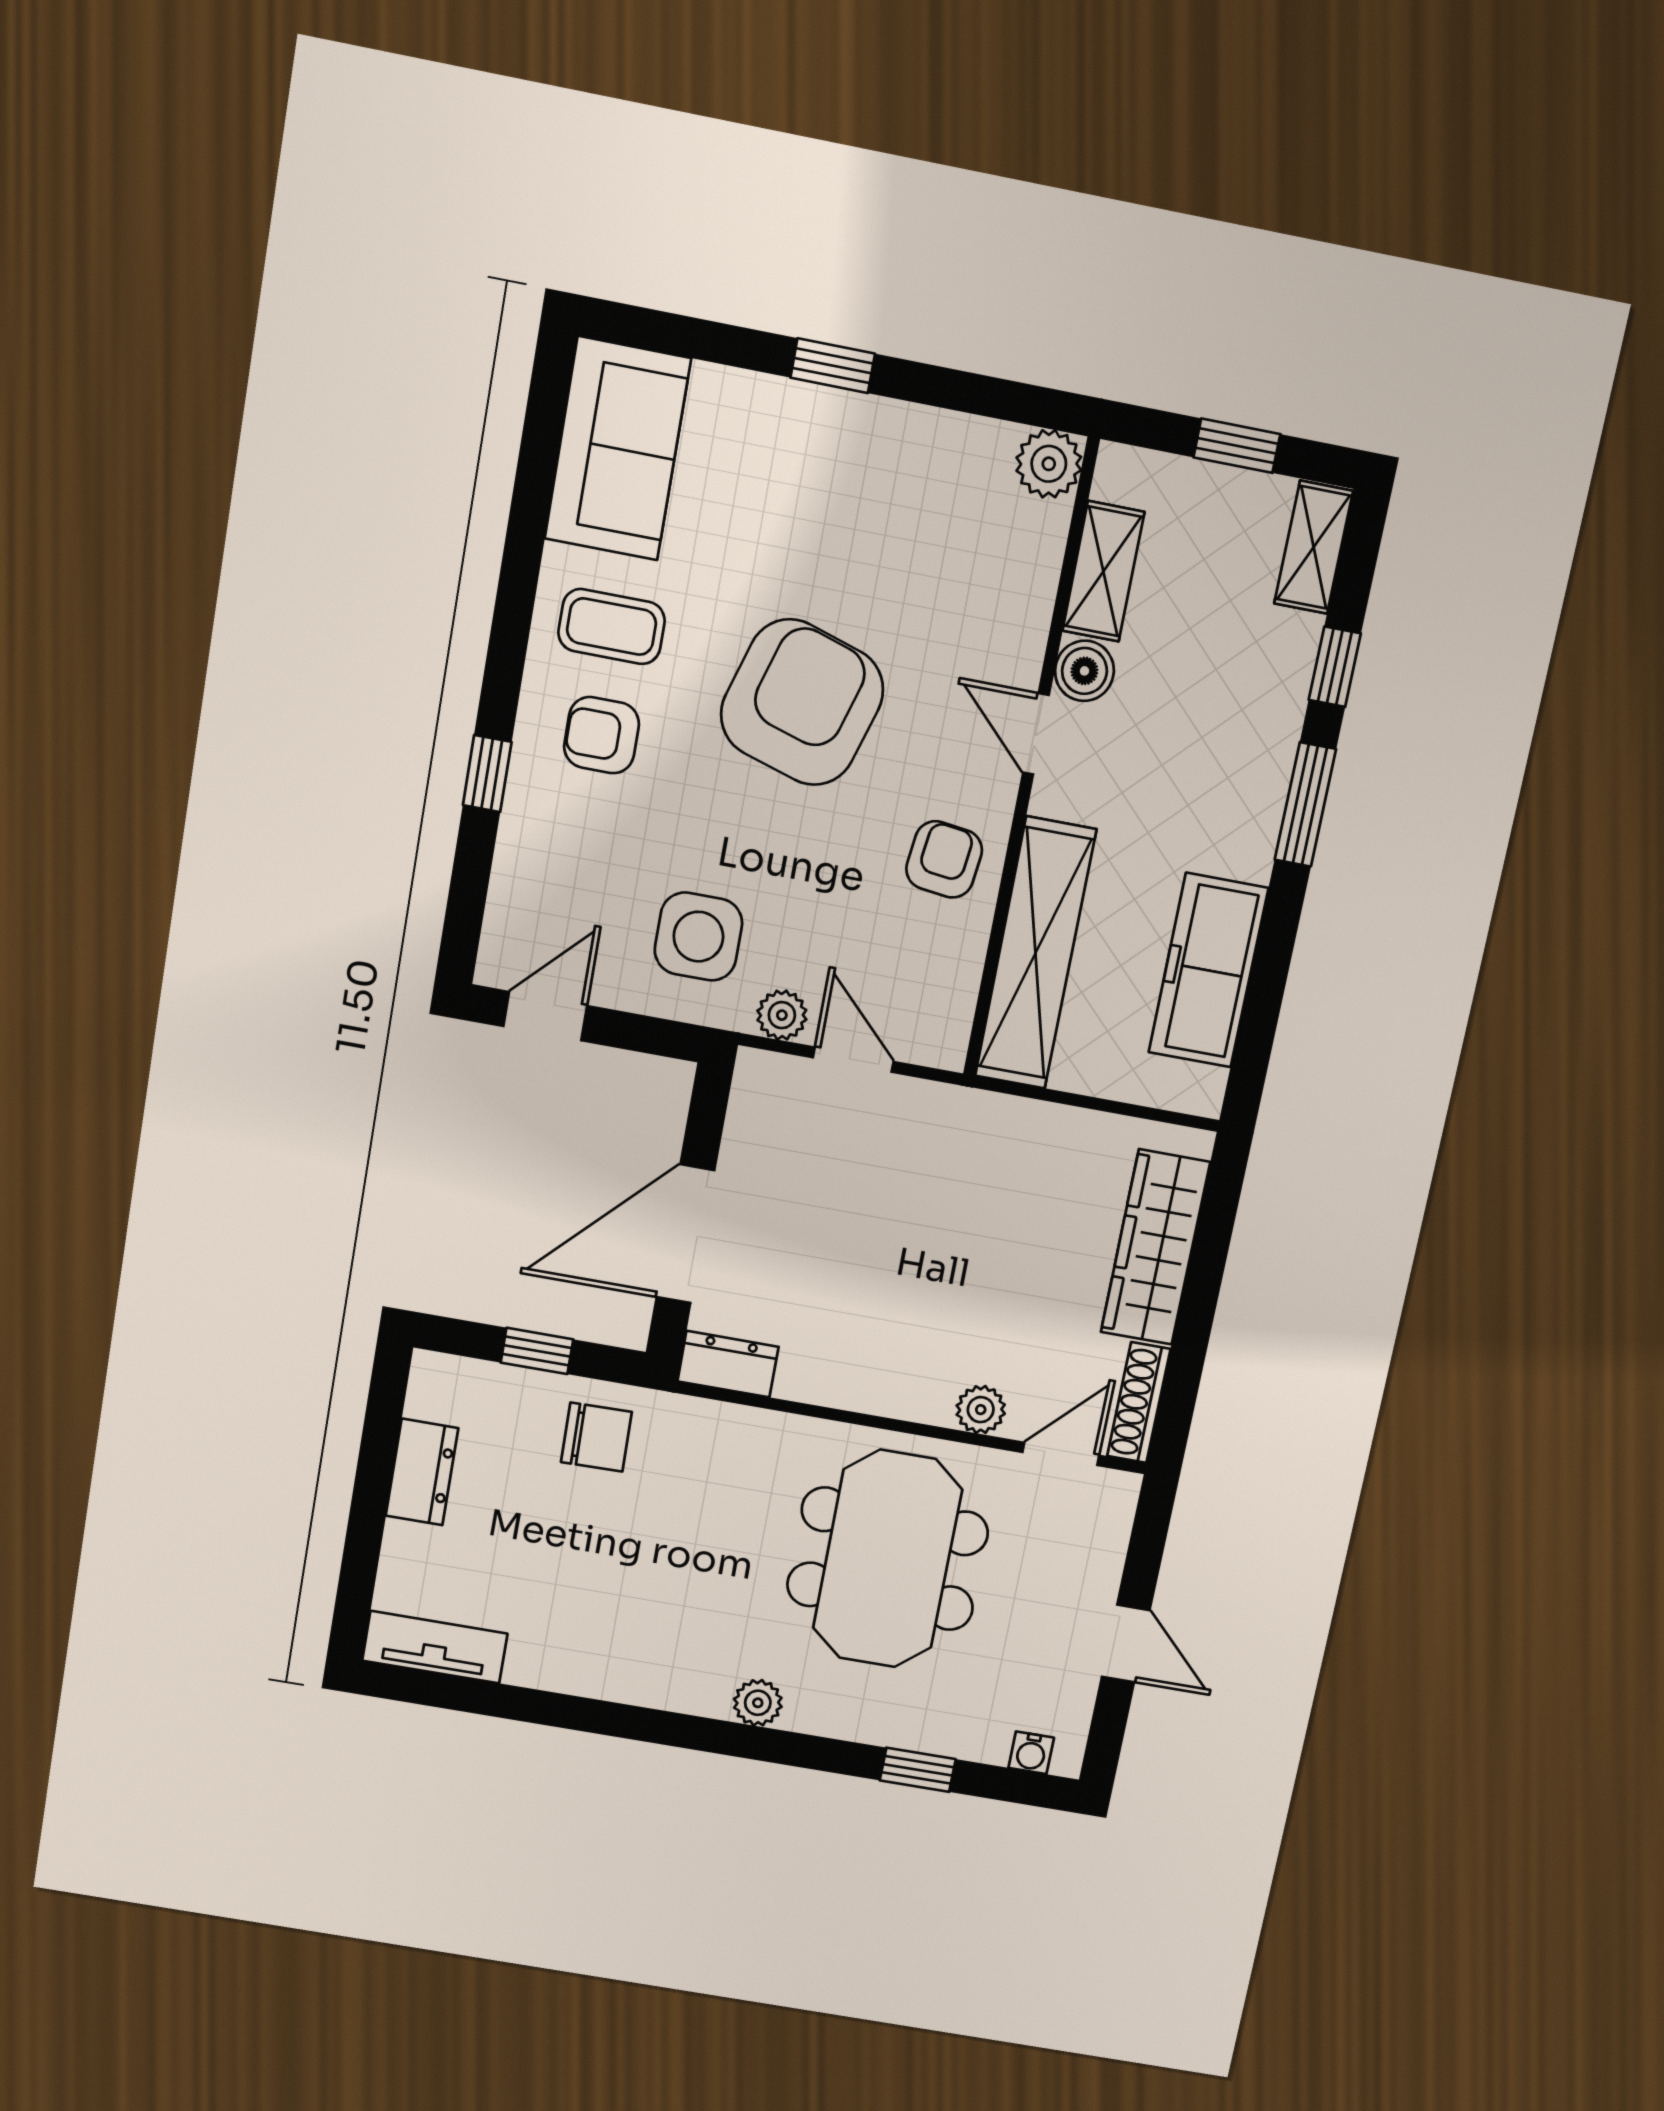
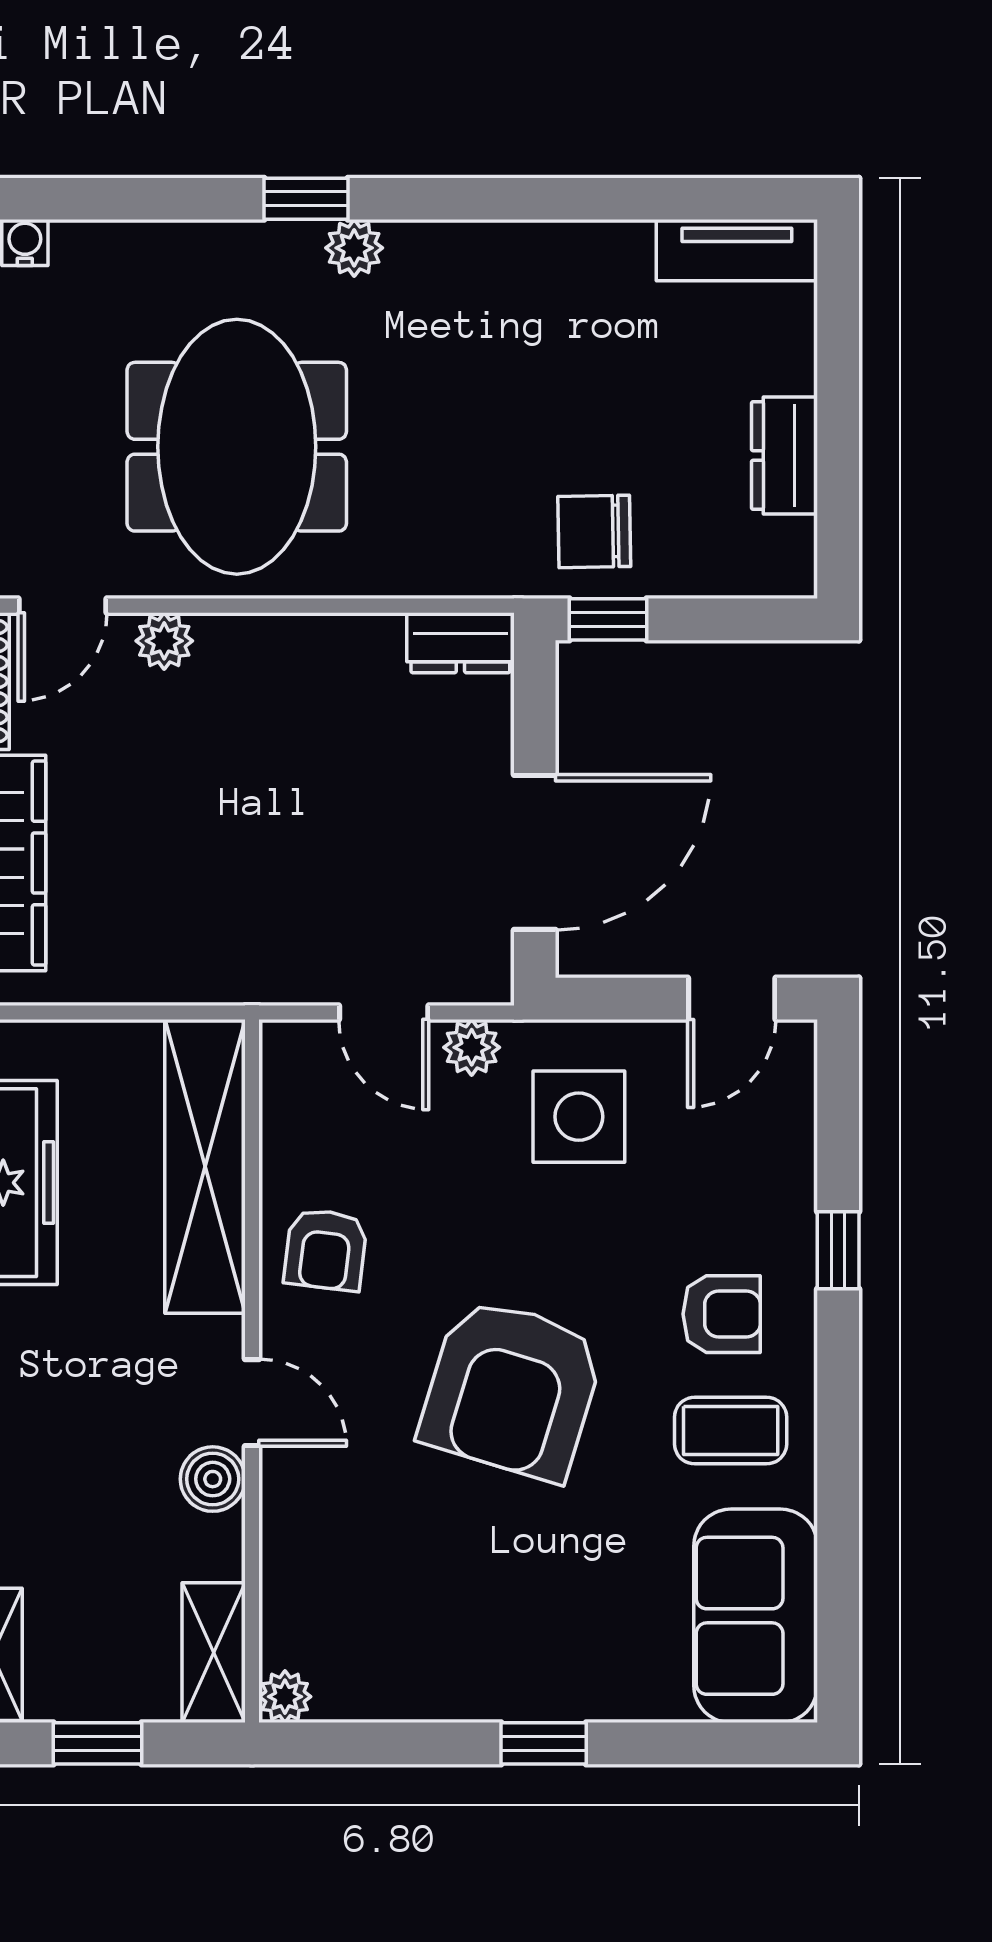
plant: (1049, 464) -> (285, 1697), width x0.73, depth x0.73
shelving: (1103, 571) -> (214, 1653), moved
door: (685, 1234) -> (535, 852), moved
window: (537, 1351) -> (608, 619), moved
window: (918, 1770) -> (306, 199), moved

